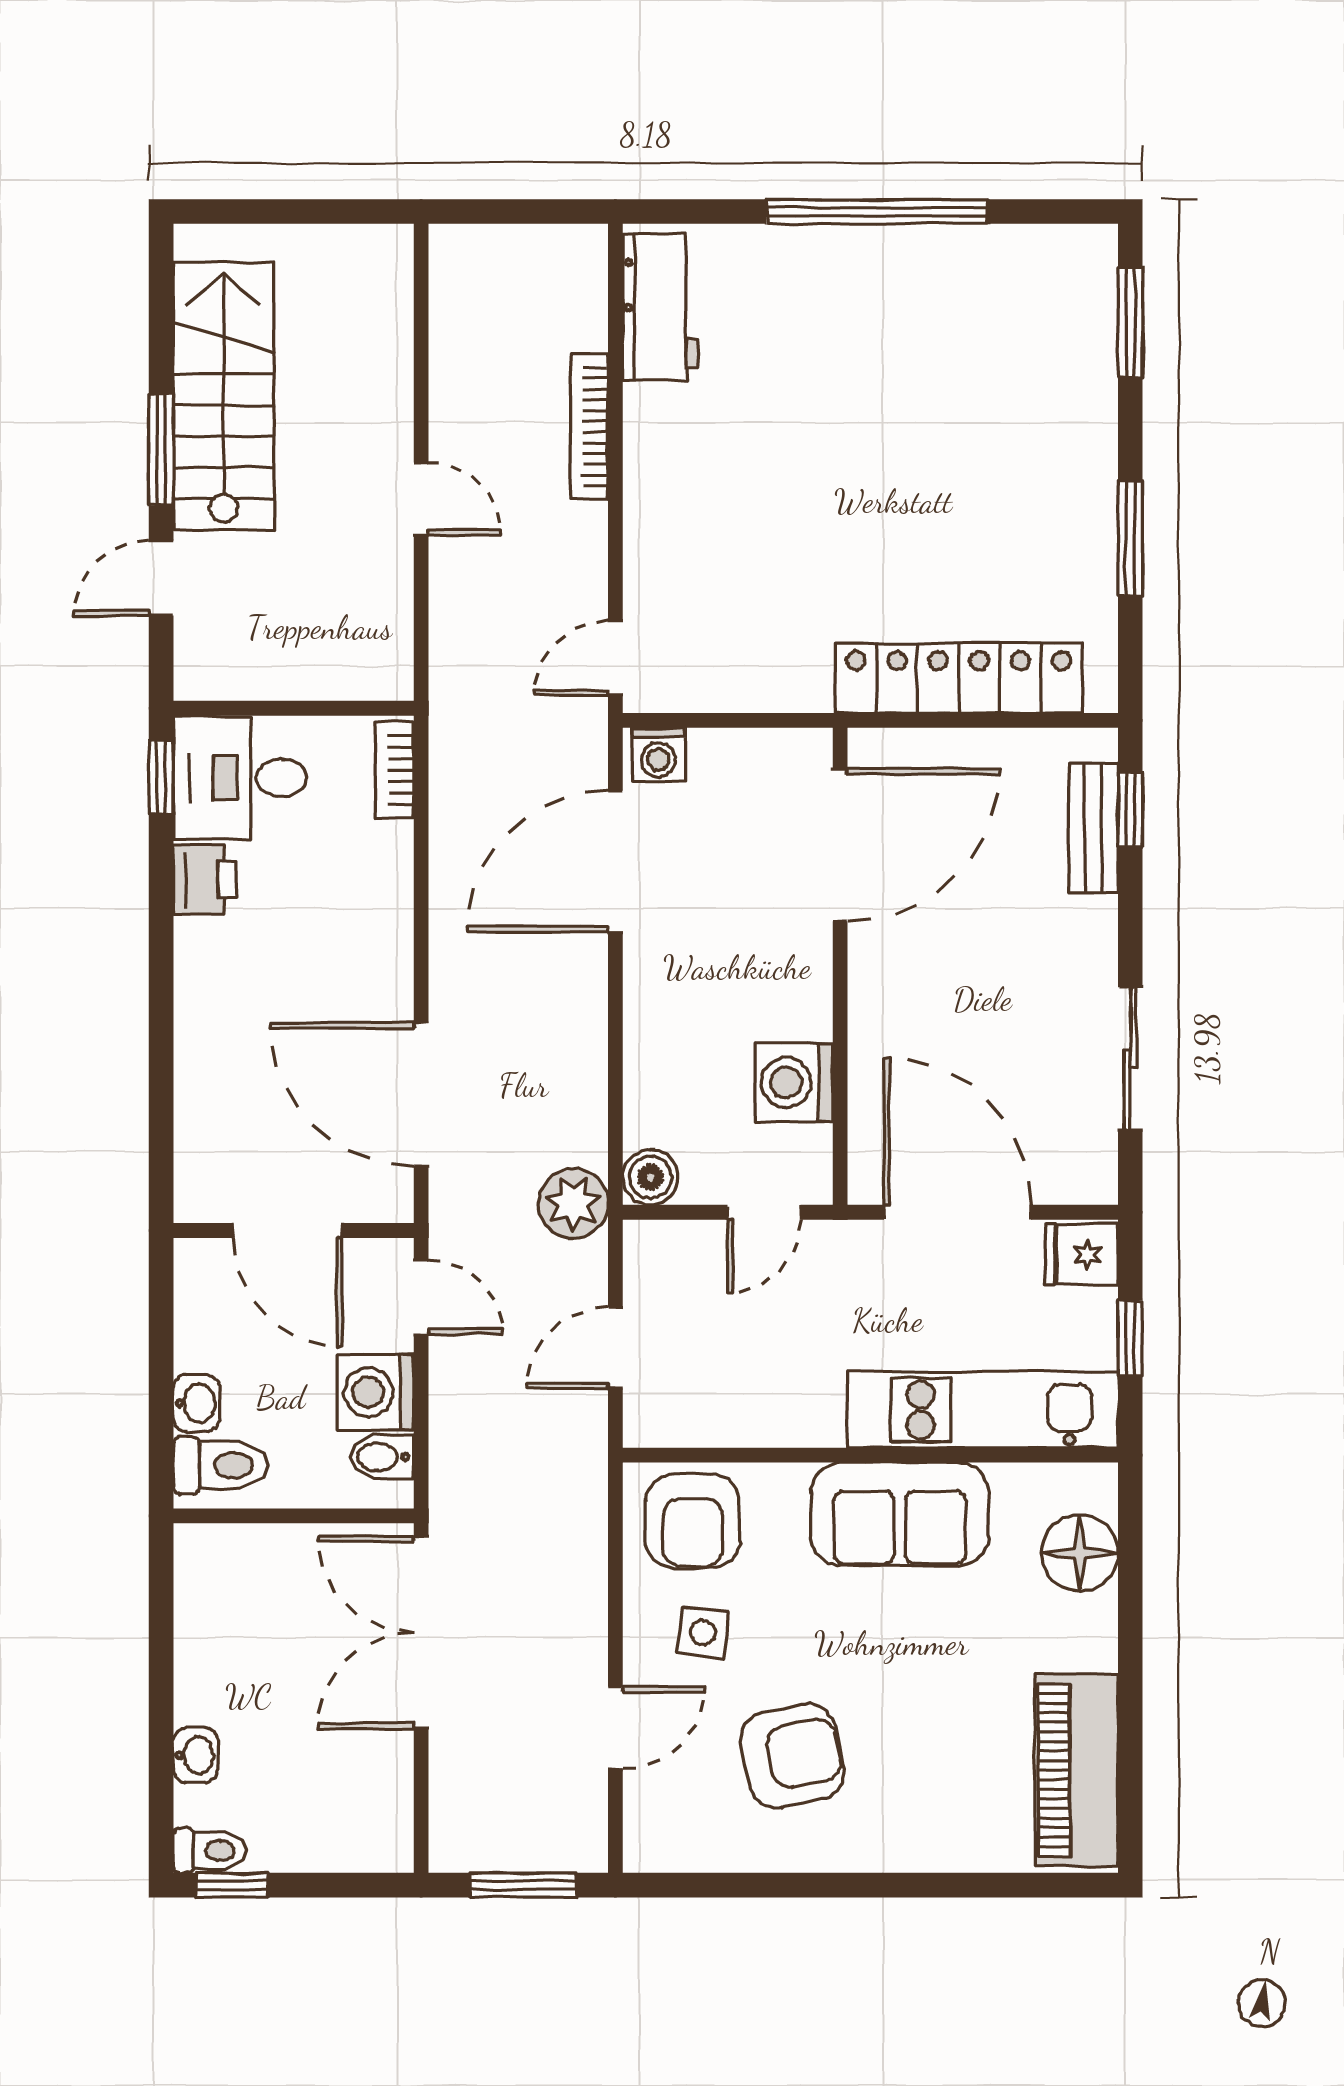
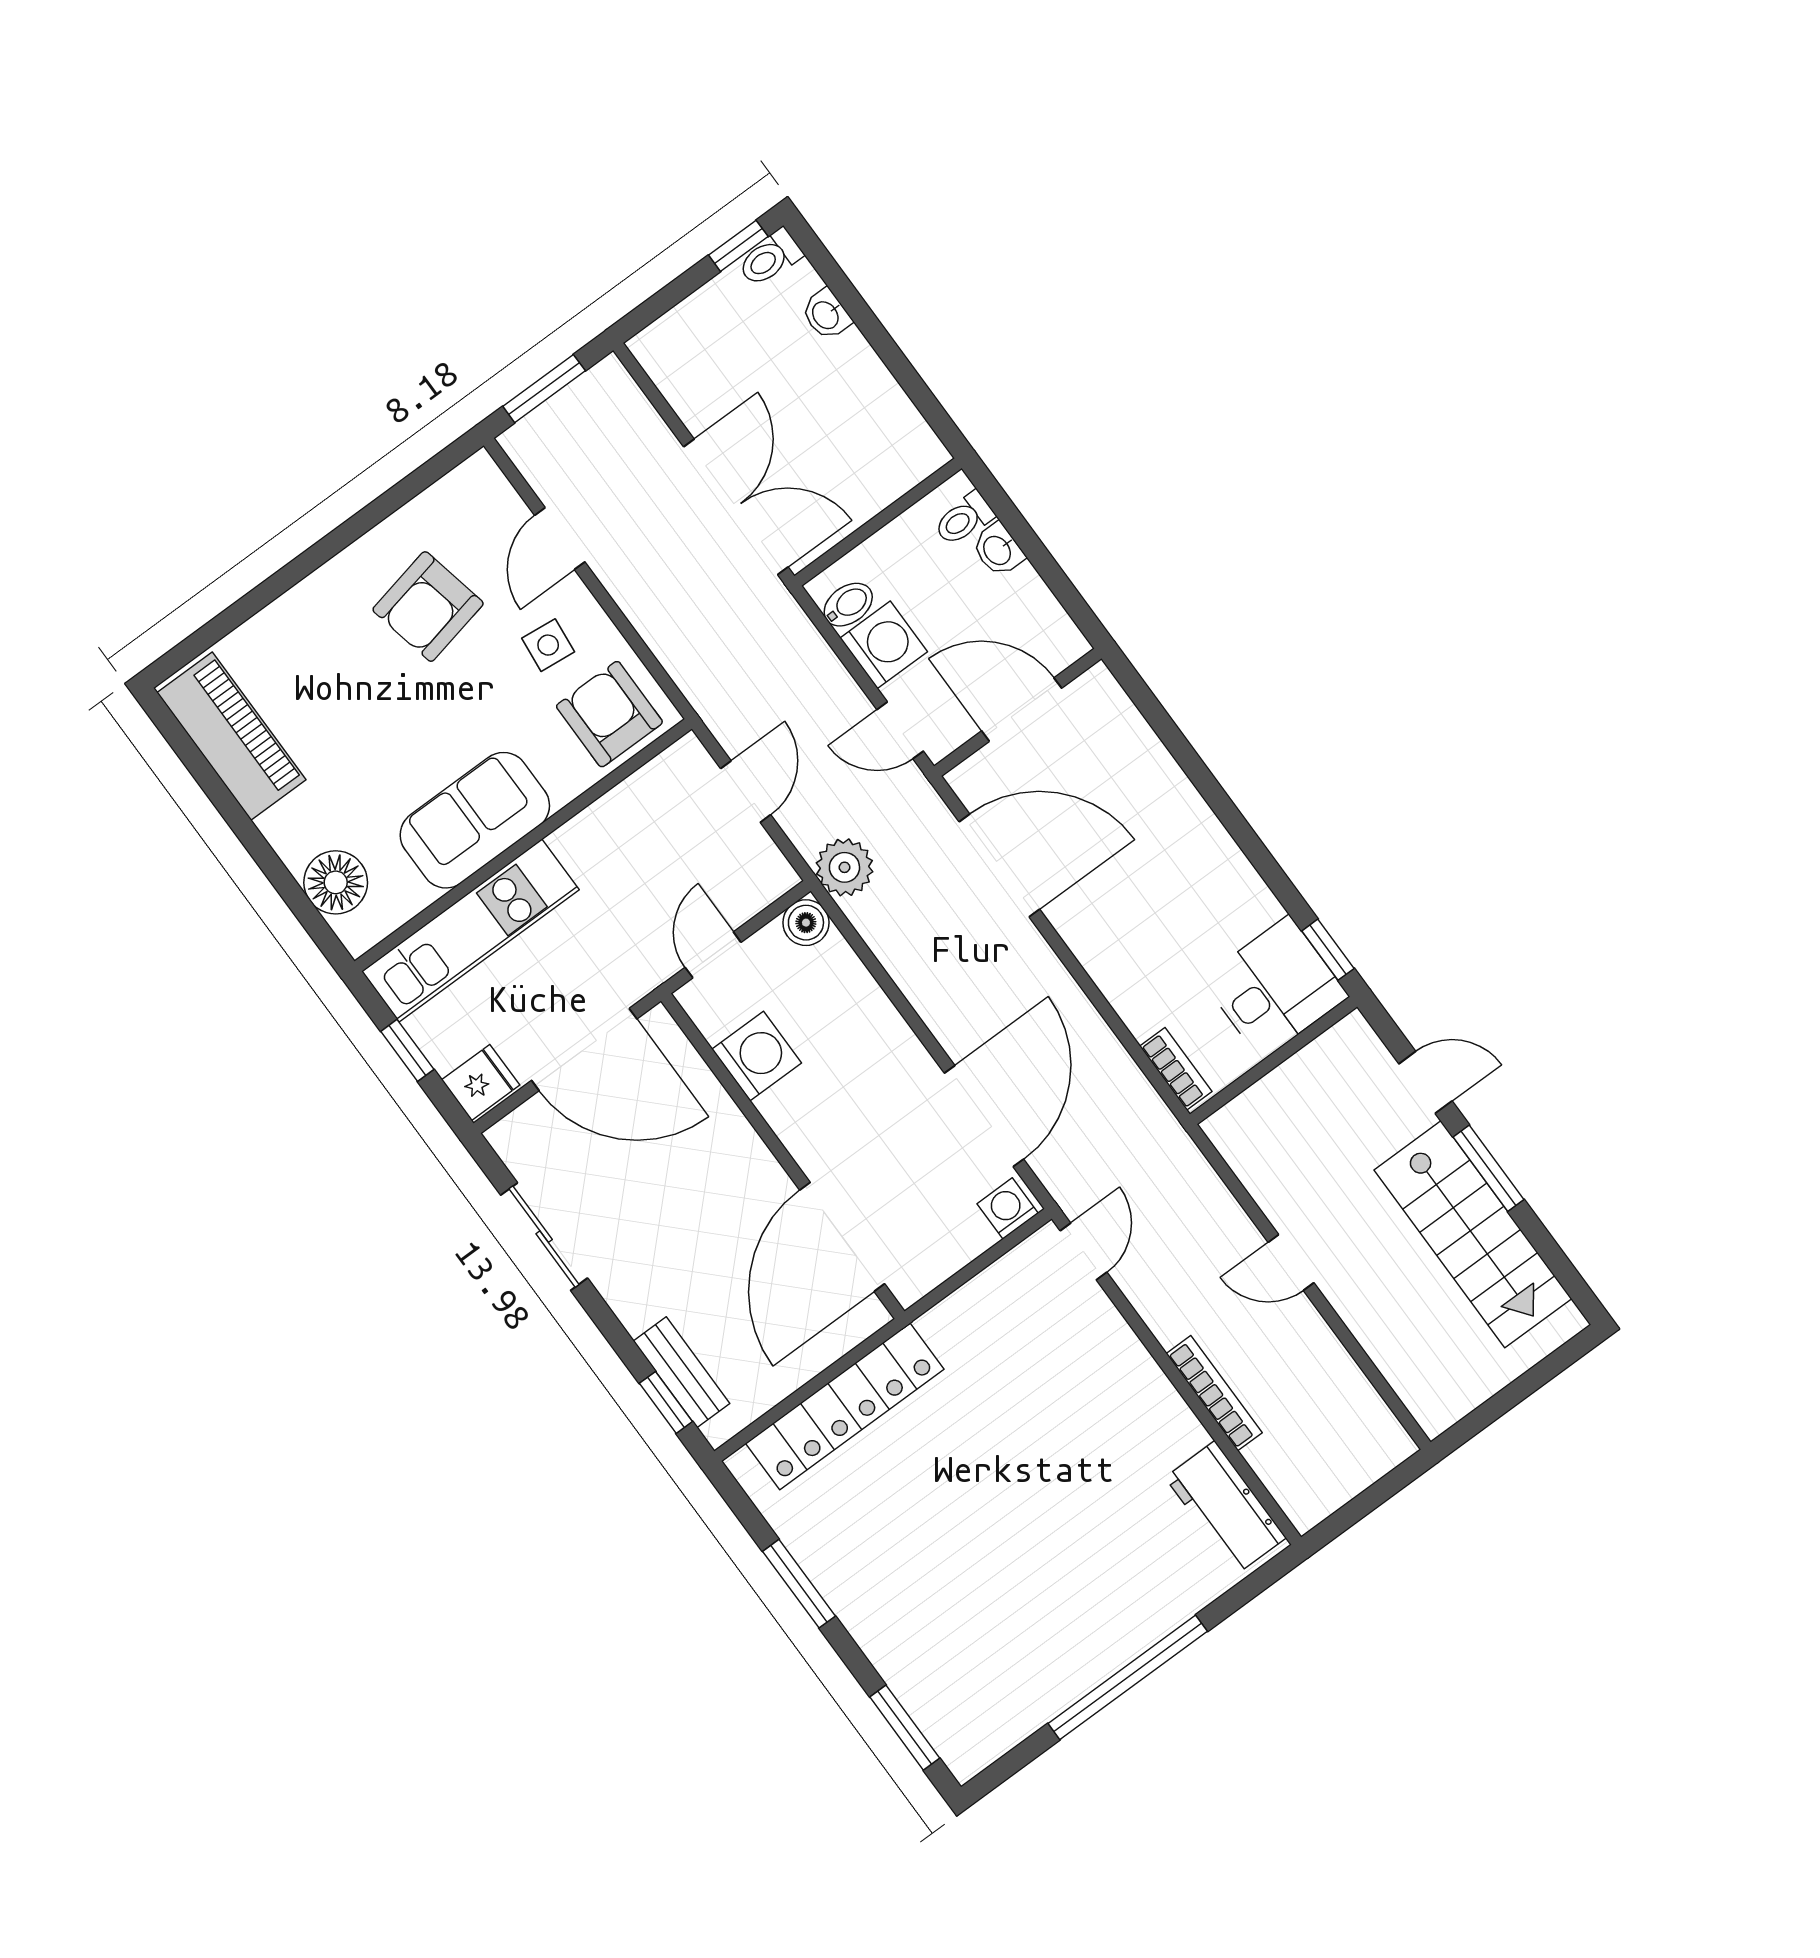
door: (161, 578) -> (1425, 1082), hinge flipped
printer: (205, 880) -> (1249, 903), removed
toilet: (221, 1465) -> (964, 519), width x0.73, depth x0.72

